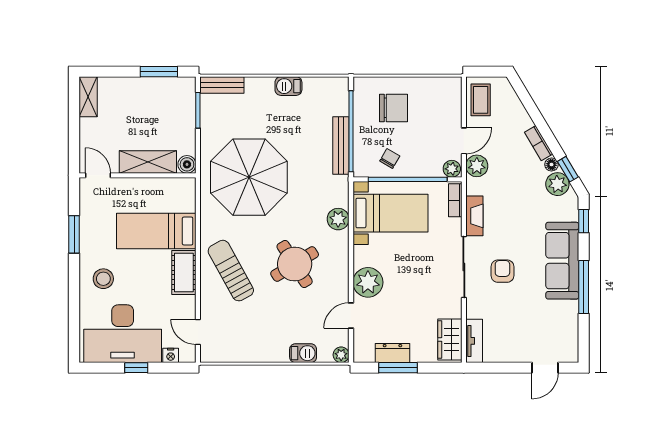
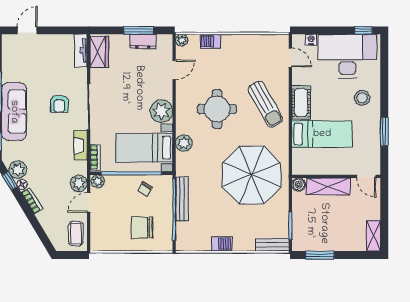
round table: (295, 264) -> (217, 109), turned 32
plant: (368, 282) -> (161, 111), moved
window: (136, 368) -> (364, 30), moved

